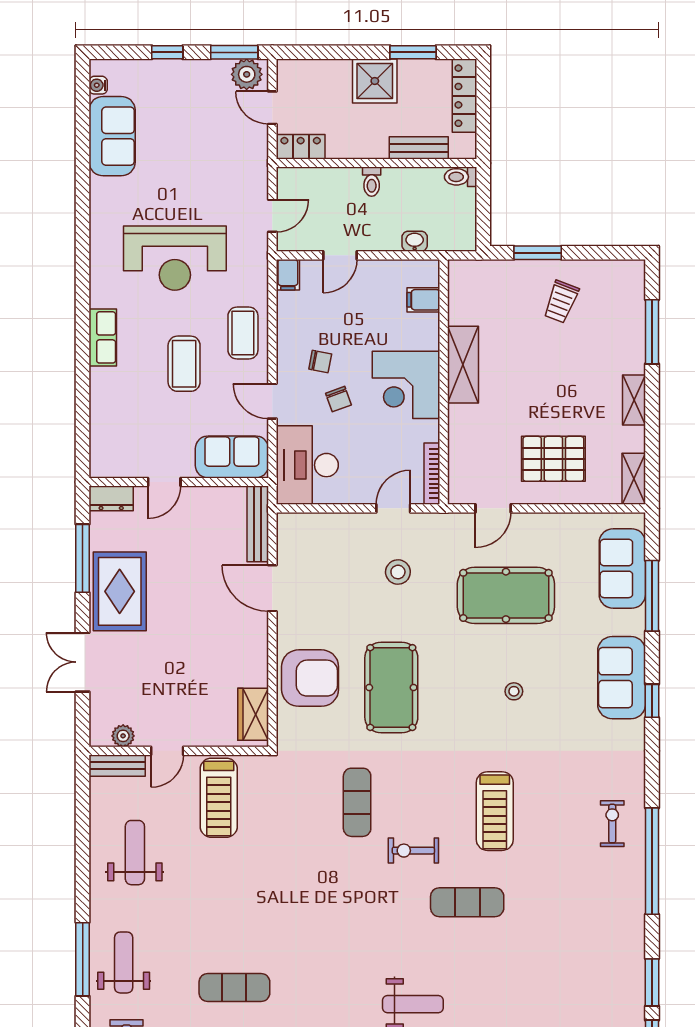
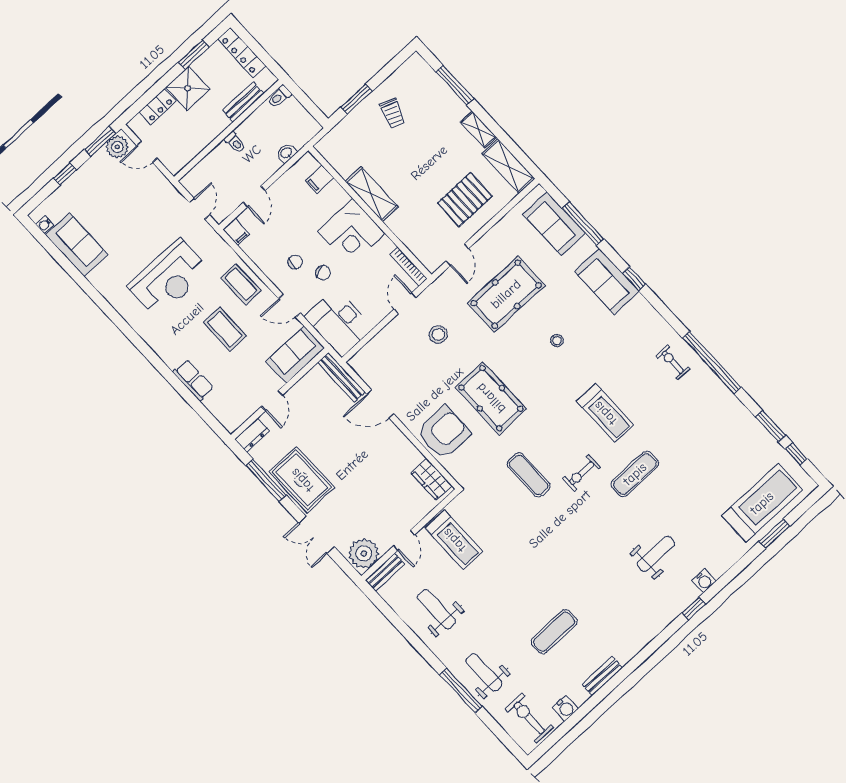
locker: (301, 147) -> (157, 107), moved, turned 180
row of seats: (103, 337) -> (193, 380), moved
shelving: (634, 479) -> (508, 166), width x1.50, depth x1.33
plant: (123, 736) -> (364, 553), width x1.88, depth x1.88

